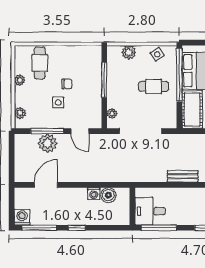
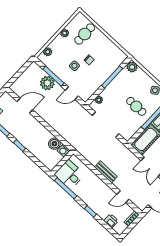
plant: (129, 52) -> (132, 67), moved
door: (80, 131) -> (72, 93), hinge flipped
washing machine: (94, 194) -> (63, 150), moved

